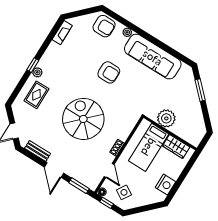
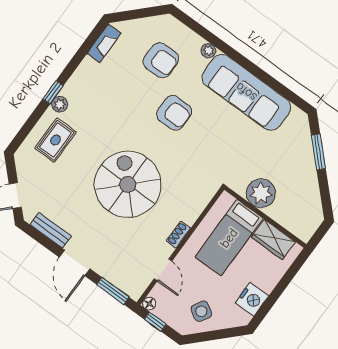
armchair: (104, 26) -> (161, 60), moved
side table: (124, 192) -> (201, 311), moved

